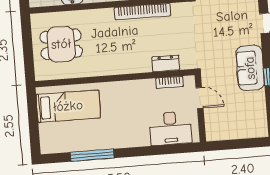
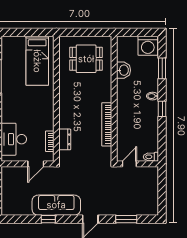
dining table: (61, 44) -> (86, 59), turned 90
sofa: (250, 68) -> (56, 205), width x1.36

